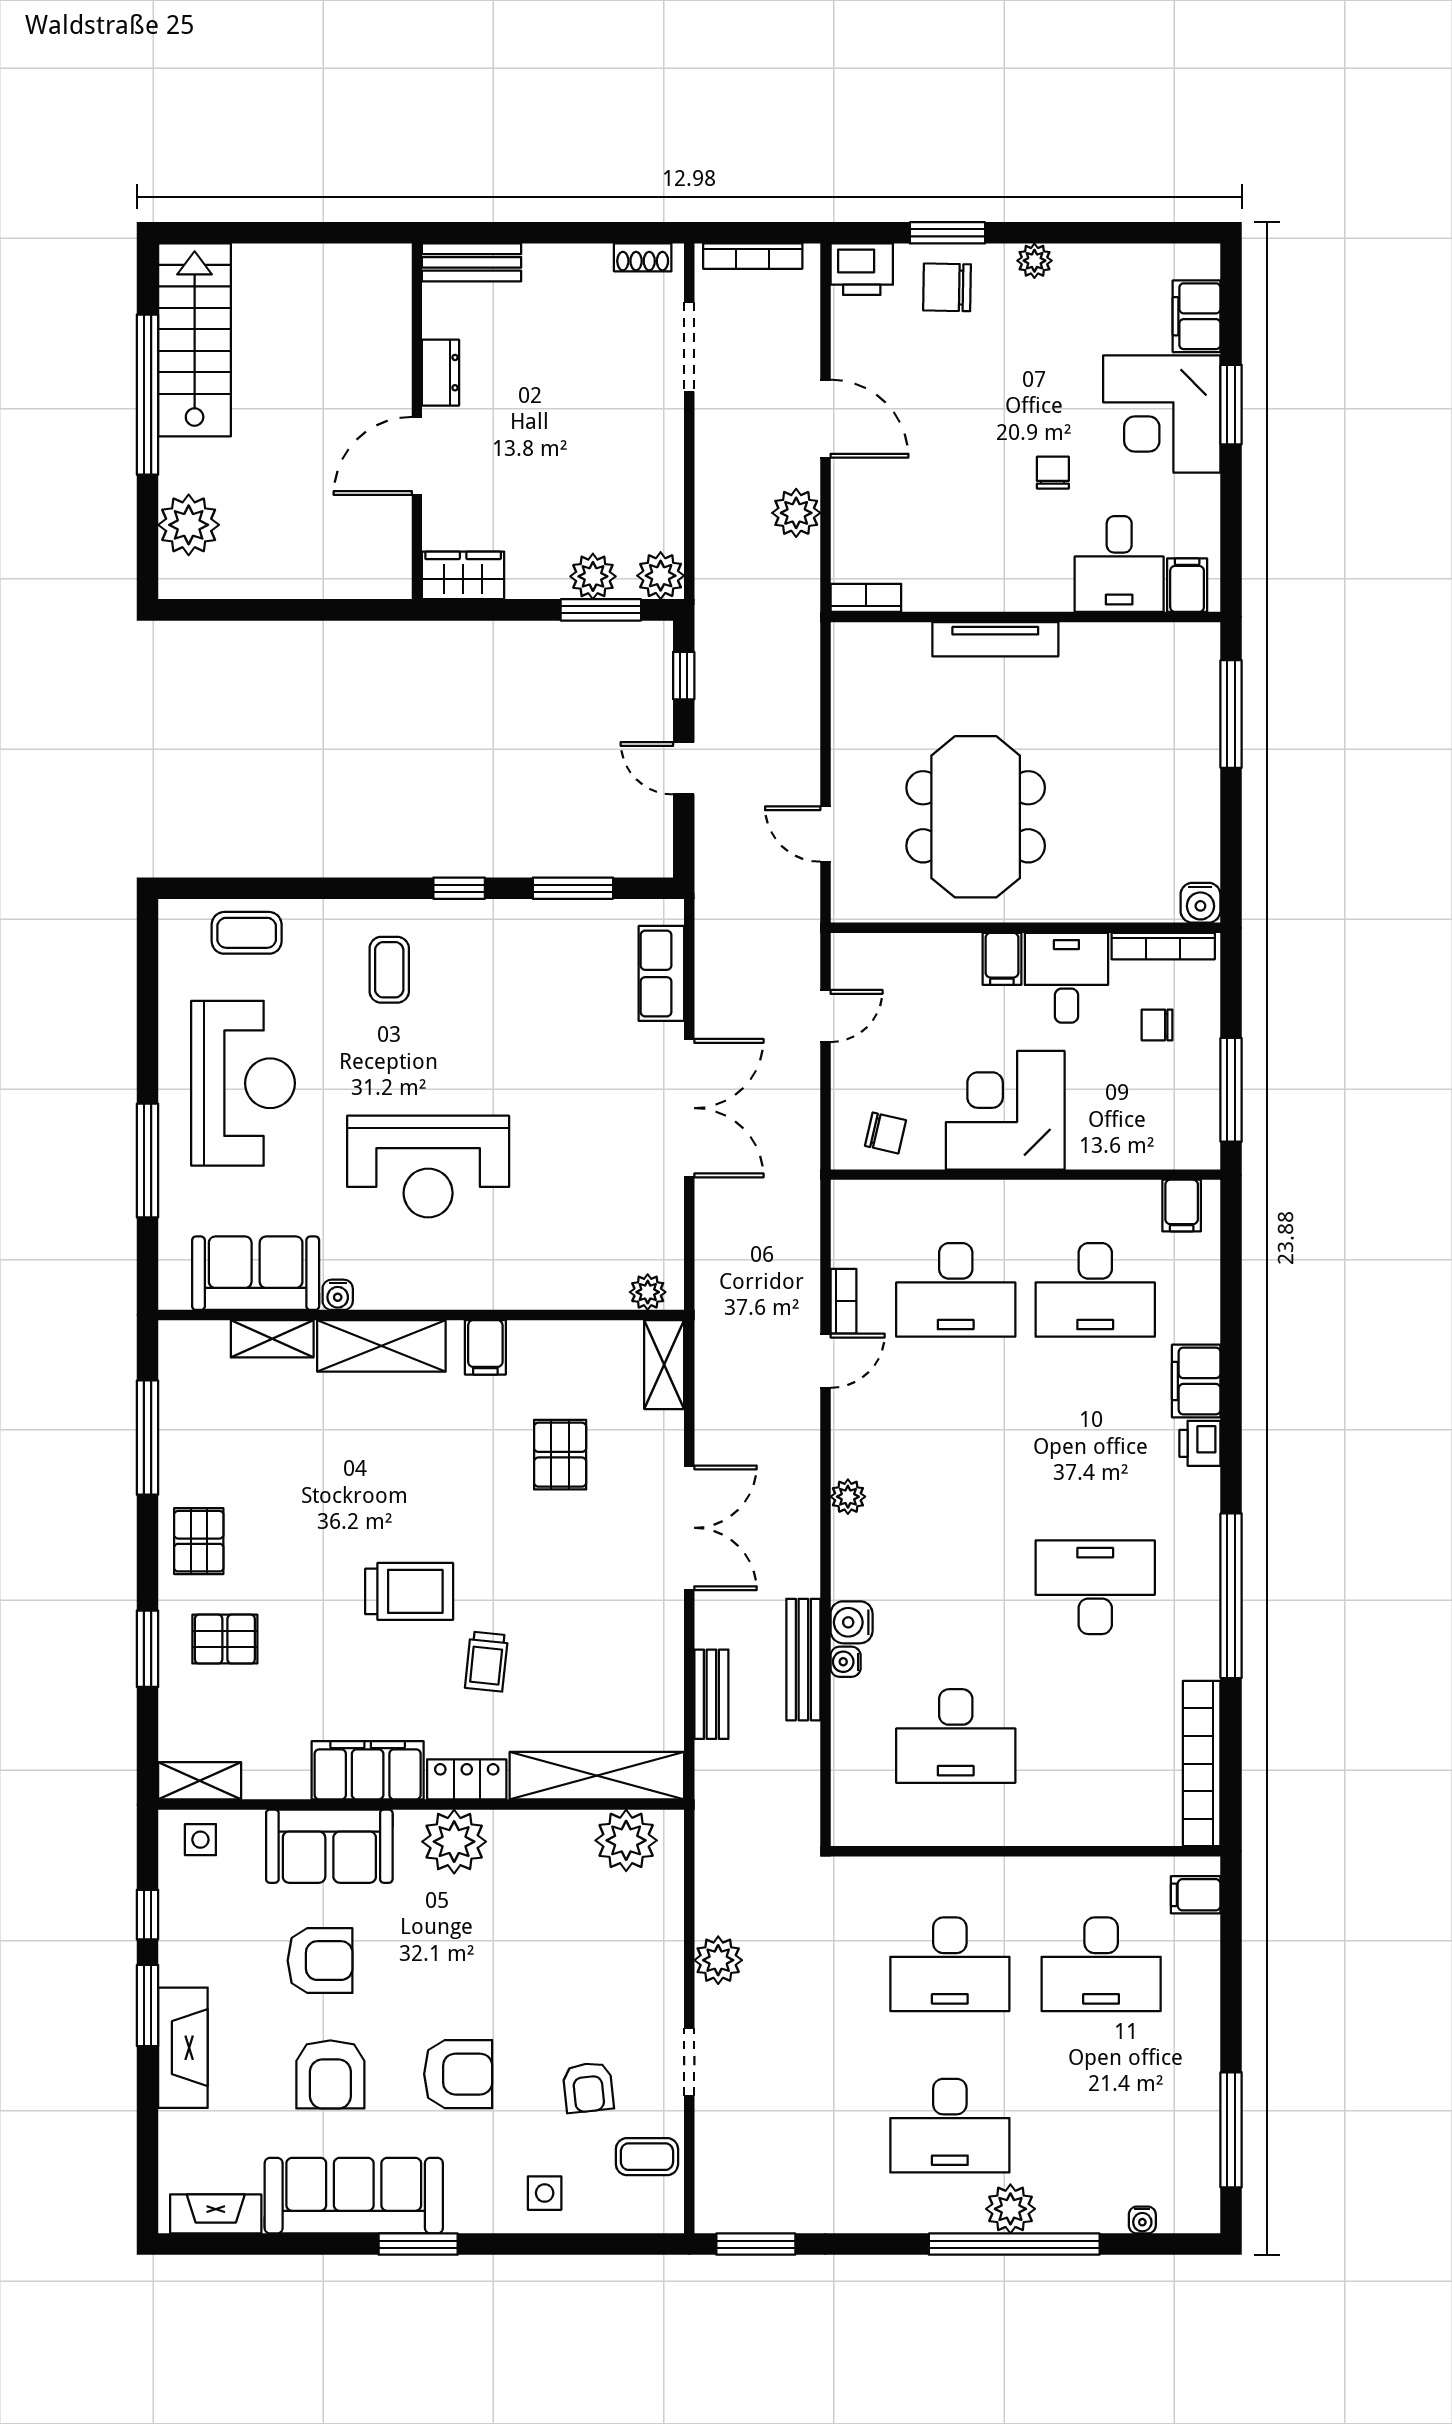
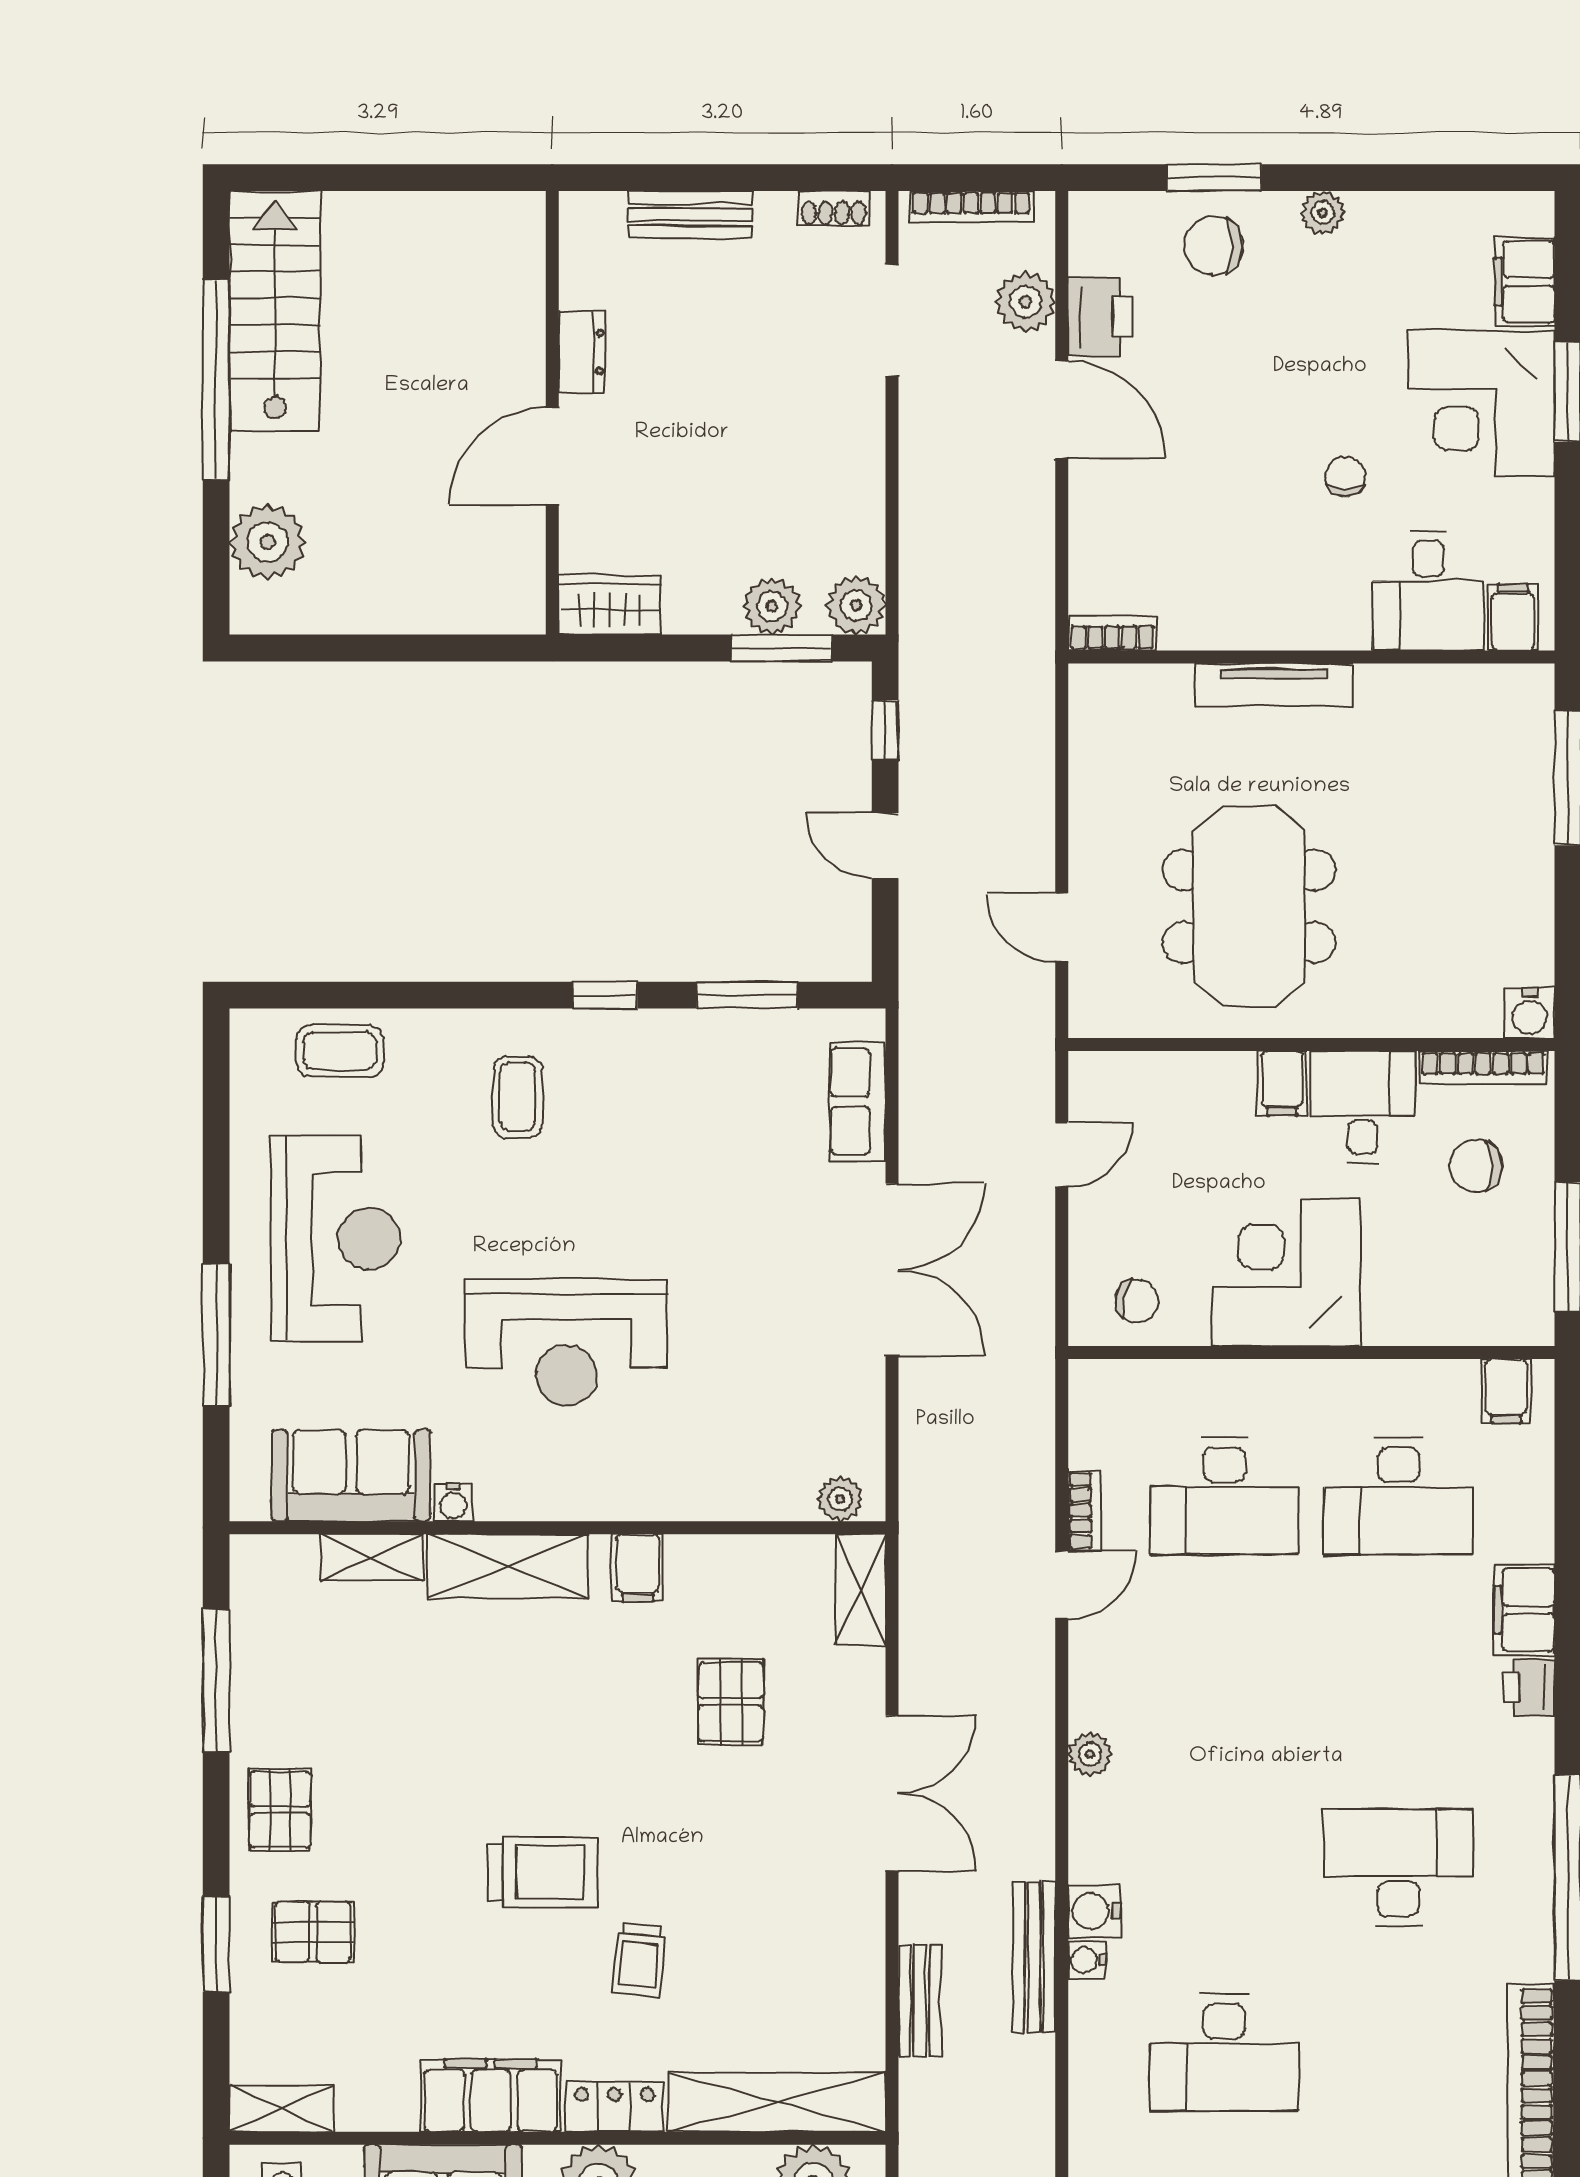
bench: (472, 262) -> (690, 215), moved
printer: (862, 269) -> (1100, 317), moved, turned -90
plant: (796, 513) -> (1025, 302), moved
chair: (1157, 1025) -> (1475, 1166), width x1.37, depth x1.37

